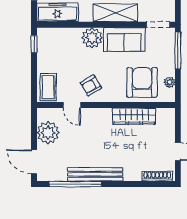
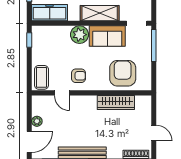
plant: (170, 82) -> (147, 73), removed
armchair: (91, 85) -> (78, 76), turned -149
plant: (48, 133) -> (37, 121), width x0.53, depth x0.53
door: (34, 162) -> (29, 142), swing flipped

